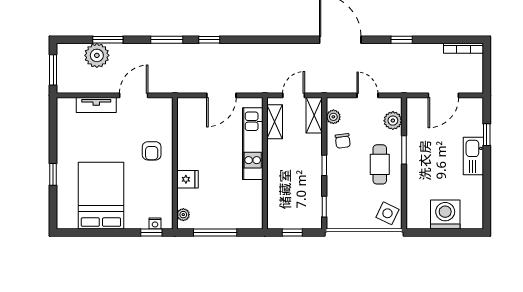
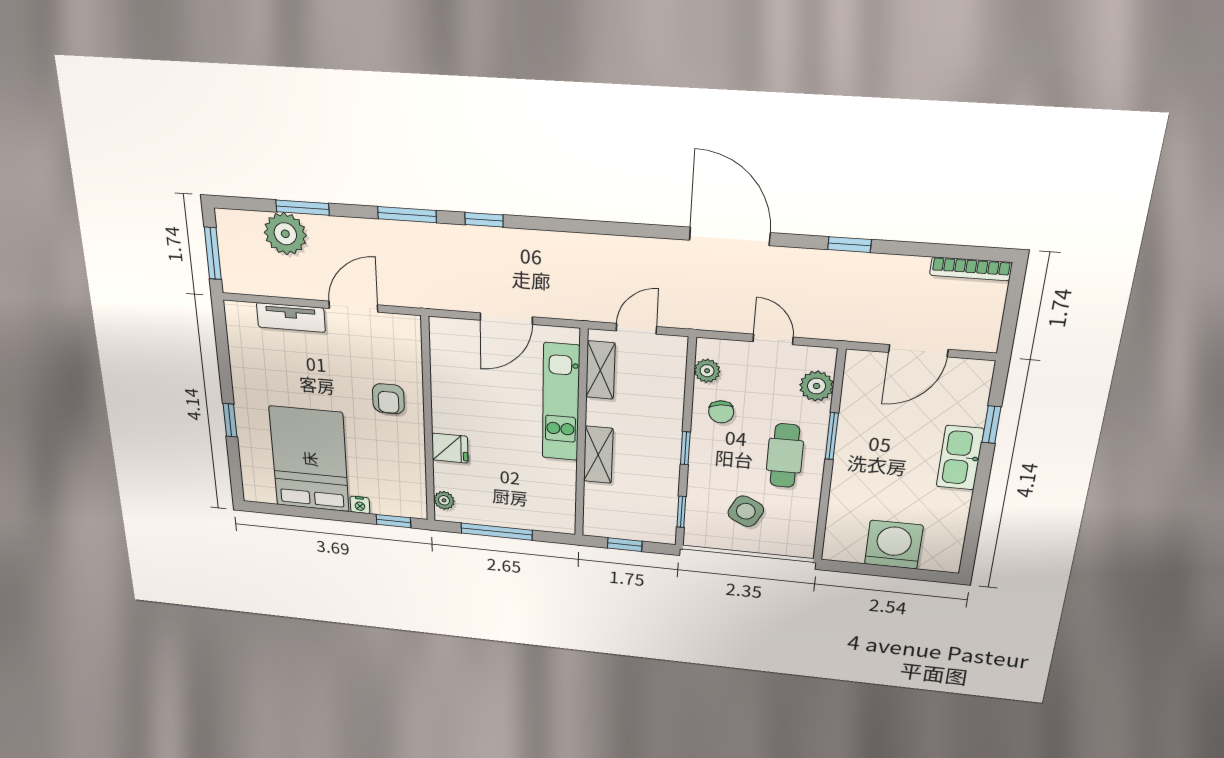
shelving: (314, 115) -> (598, 455), moved
side table: (387, 213) -> (746, 511), moved
nightstand: (155, 224) -> (360, 505), moved

